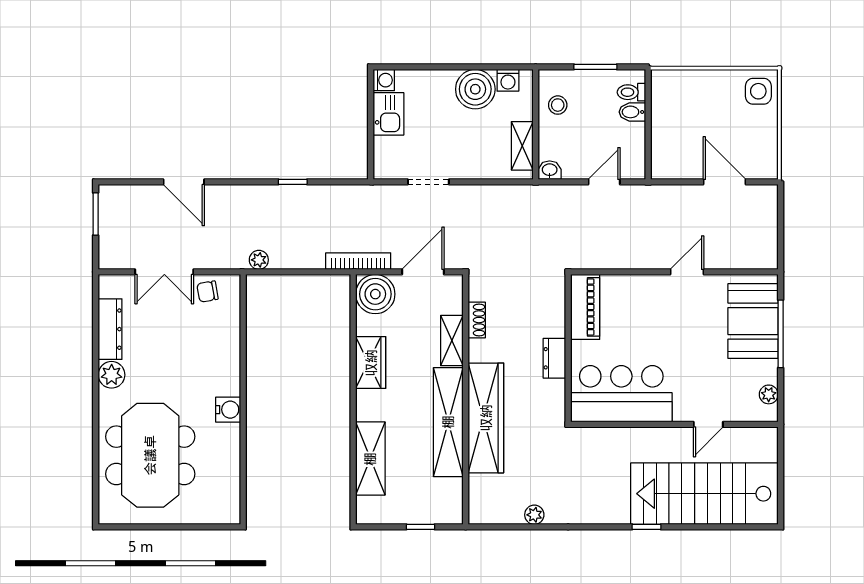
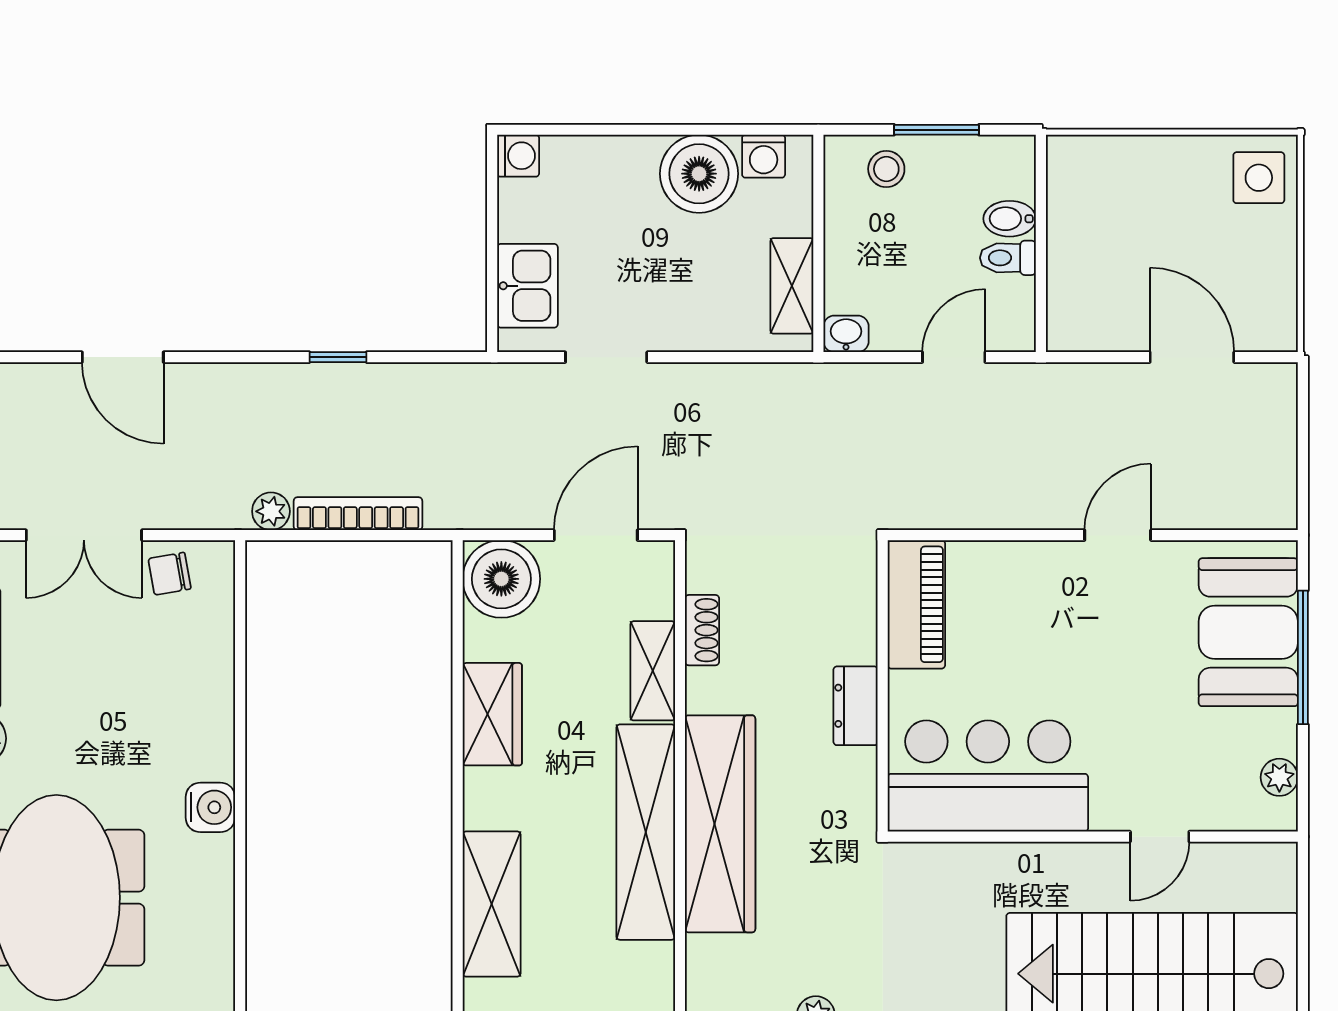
toilet: (631, 92) -> (1008, 258), moved
stool: (558, 105) -> (886, 169), moved
kitchen sink: (389, 114) -> (527, 286), moved
bookcase: (358, 261) -> (358, 514), moved

